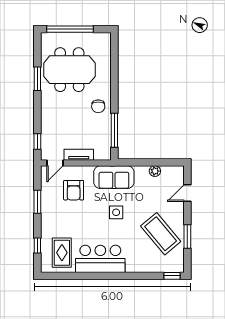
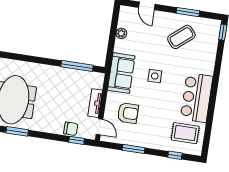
chair: (98, 106) -> (71, 129), moved
coffee table: (161, 234) -> (181, 37), width x0.73, depth x0.76

